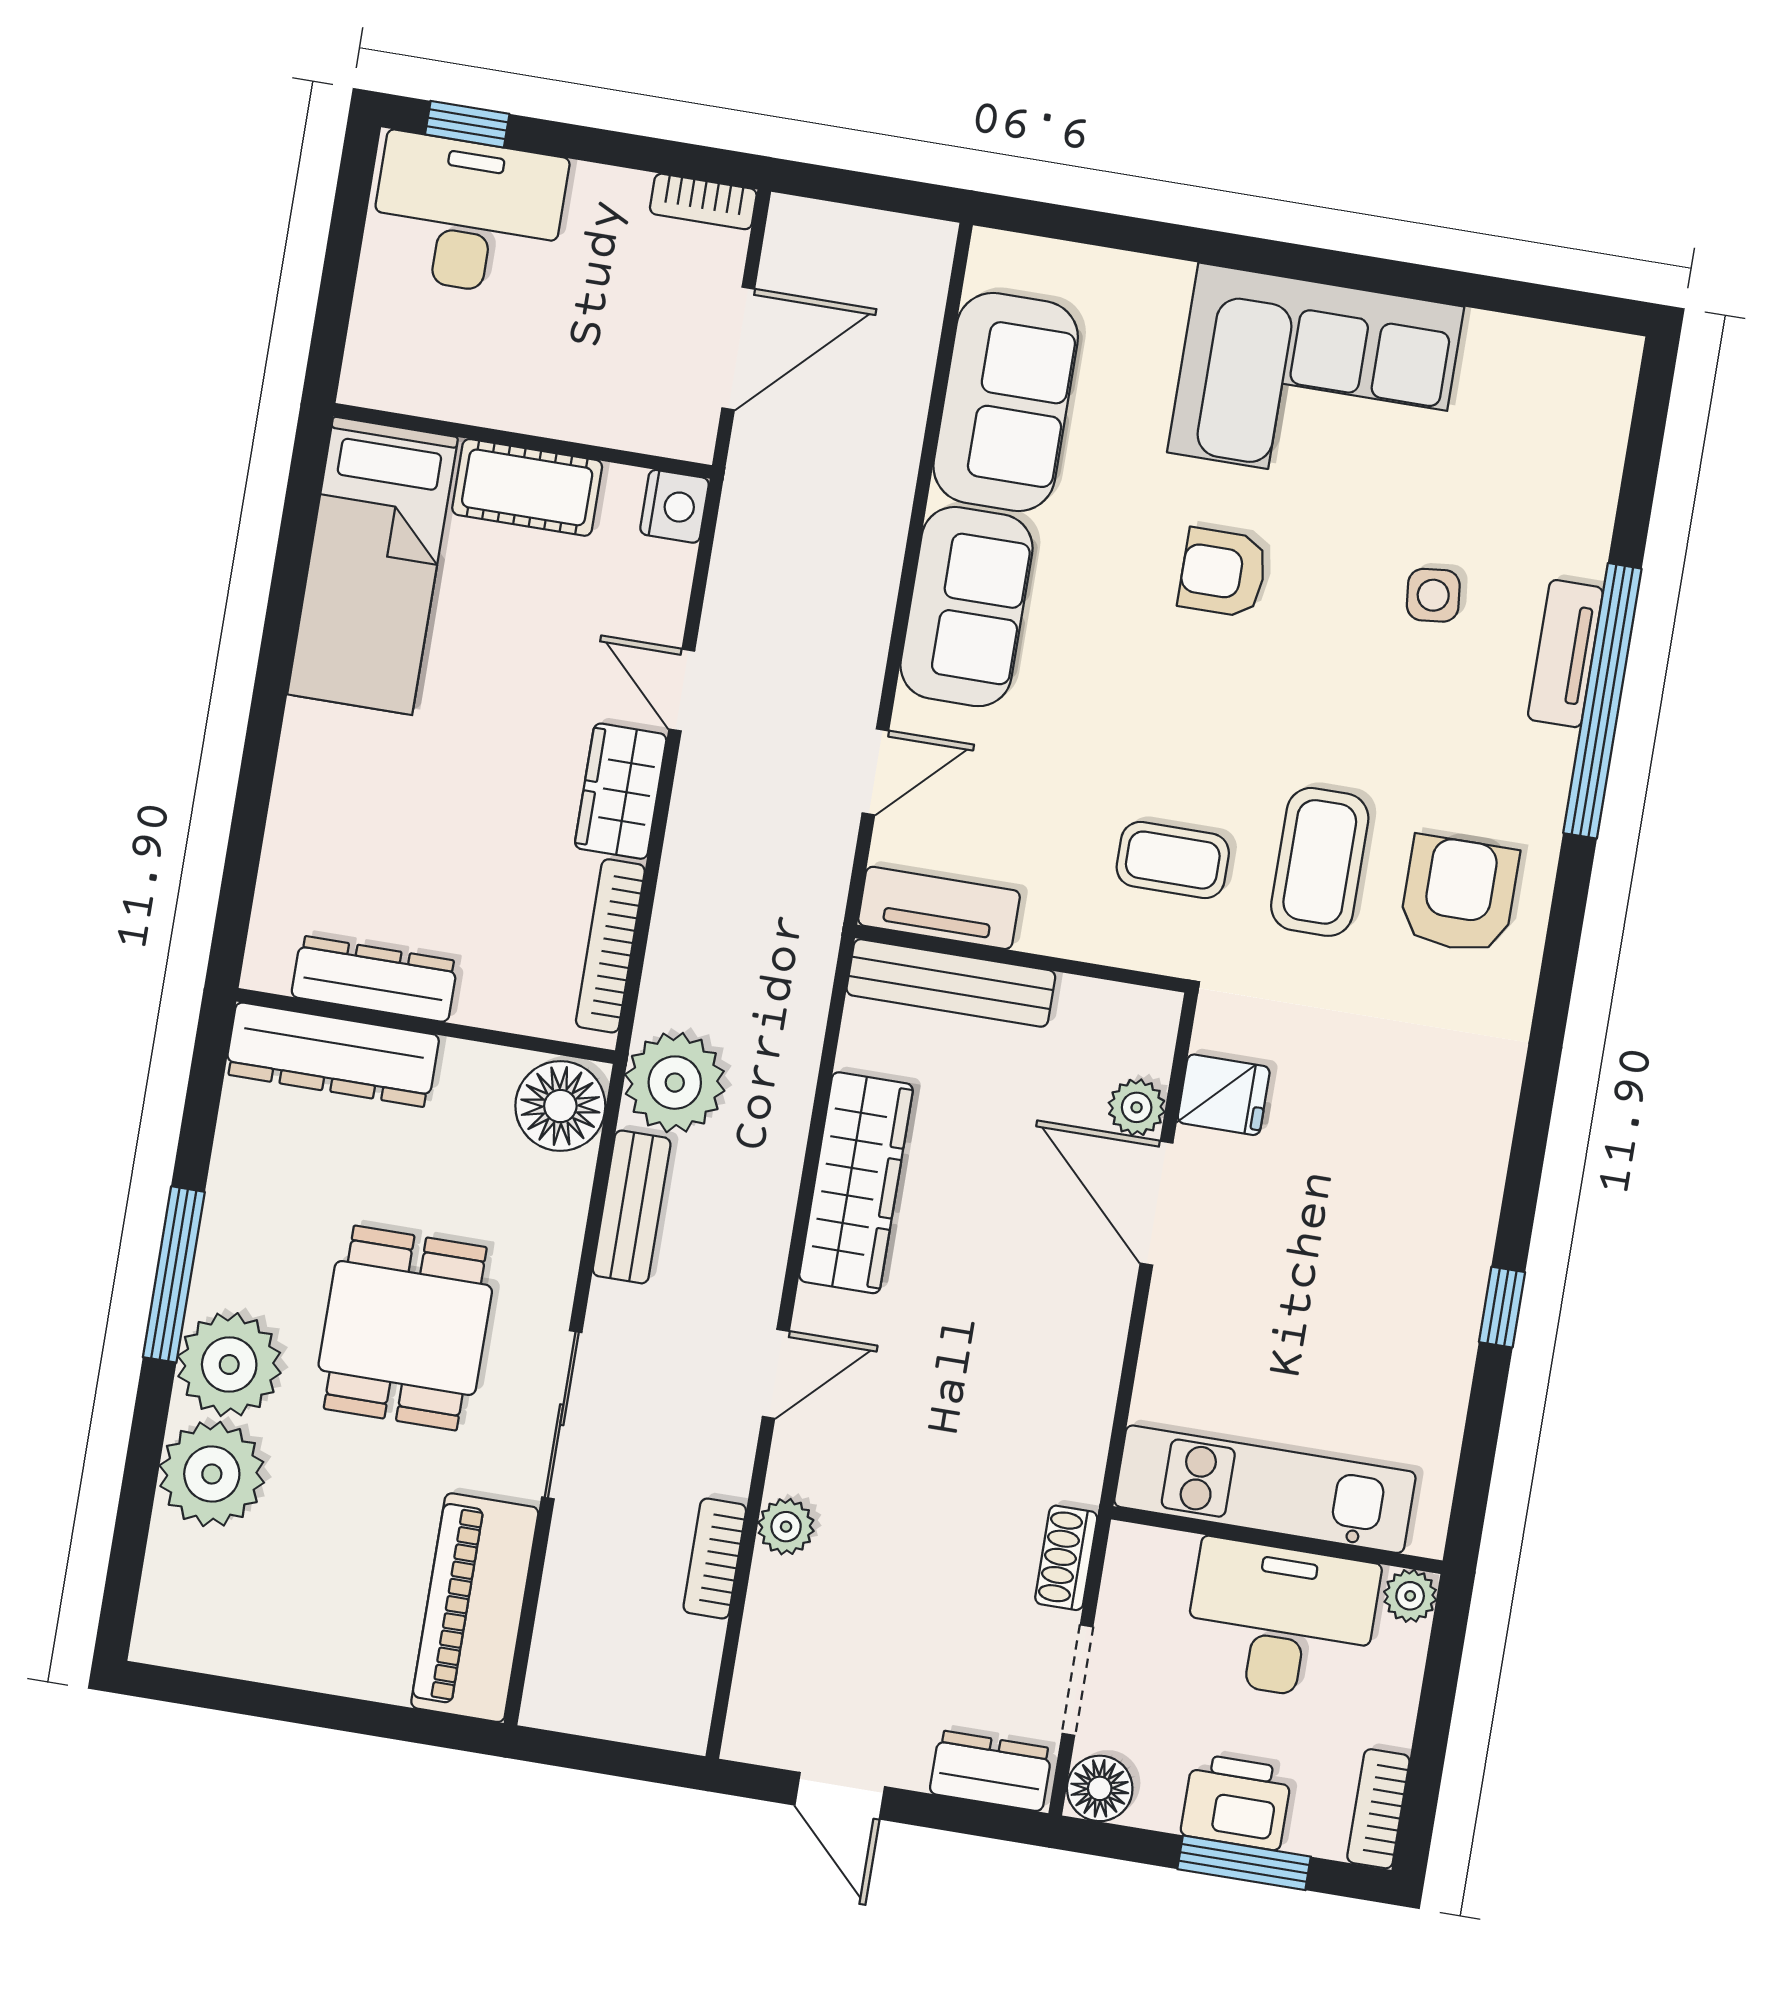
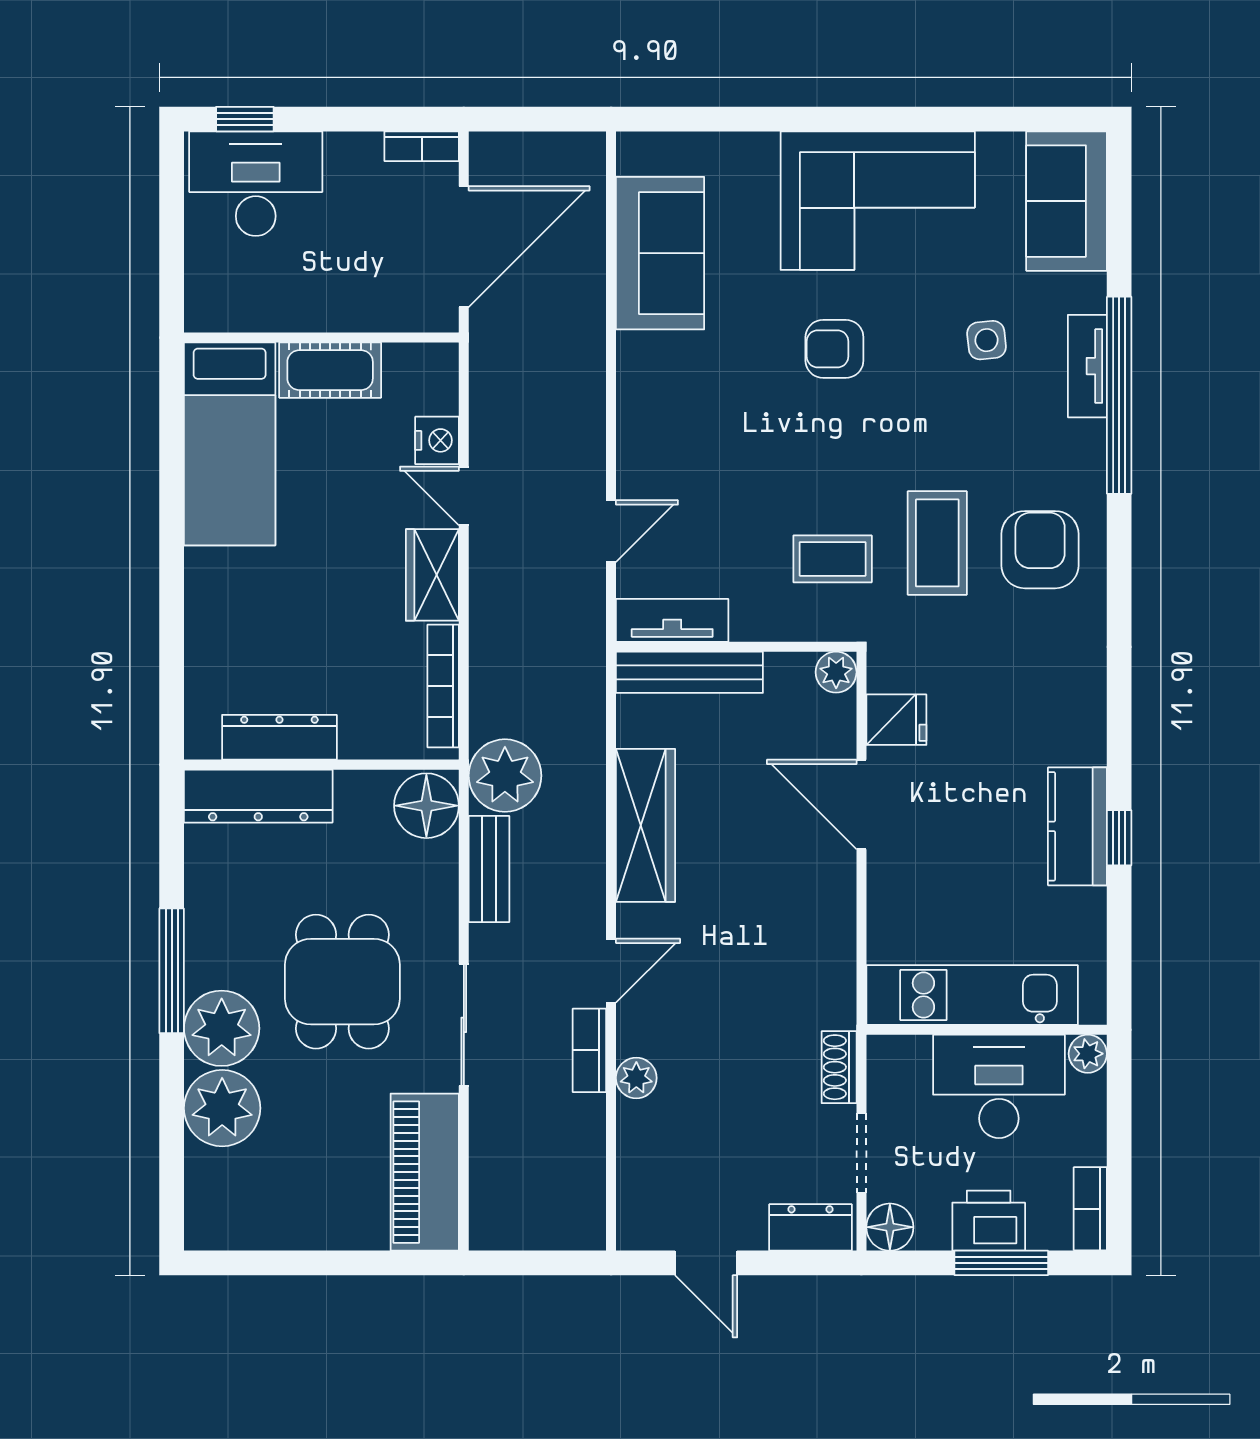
door: (738, 349) -> (464, 247), width x1.36
nightstand: (674, 506) -> (437, 440), moved
sofa: (966, 607) -> (1067, 201), moved, turned 180
plant: (1137, 1107) -> (836, 672), moved
kitchen counter: (1447, 1282) -> (1077, 826), added
bookcase: (715, 1558) -> (589, 1050), moved

